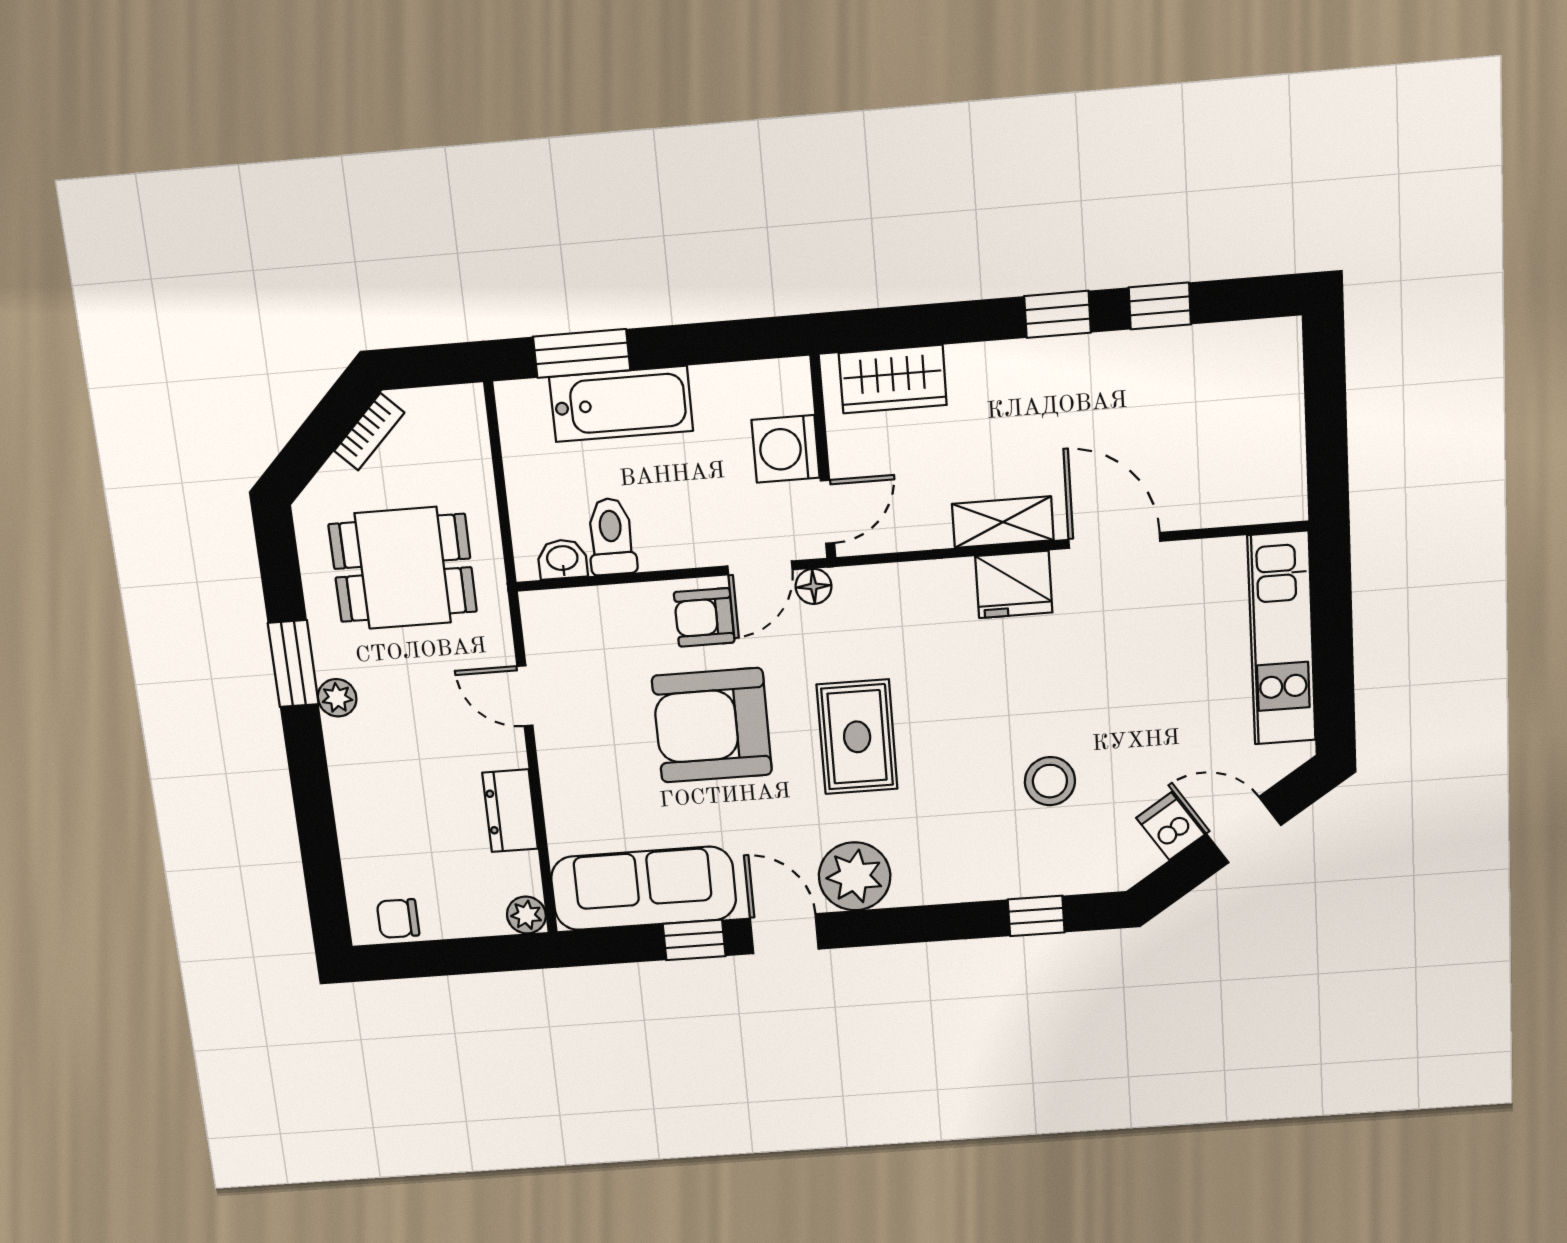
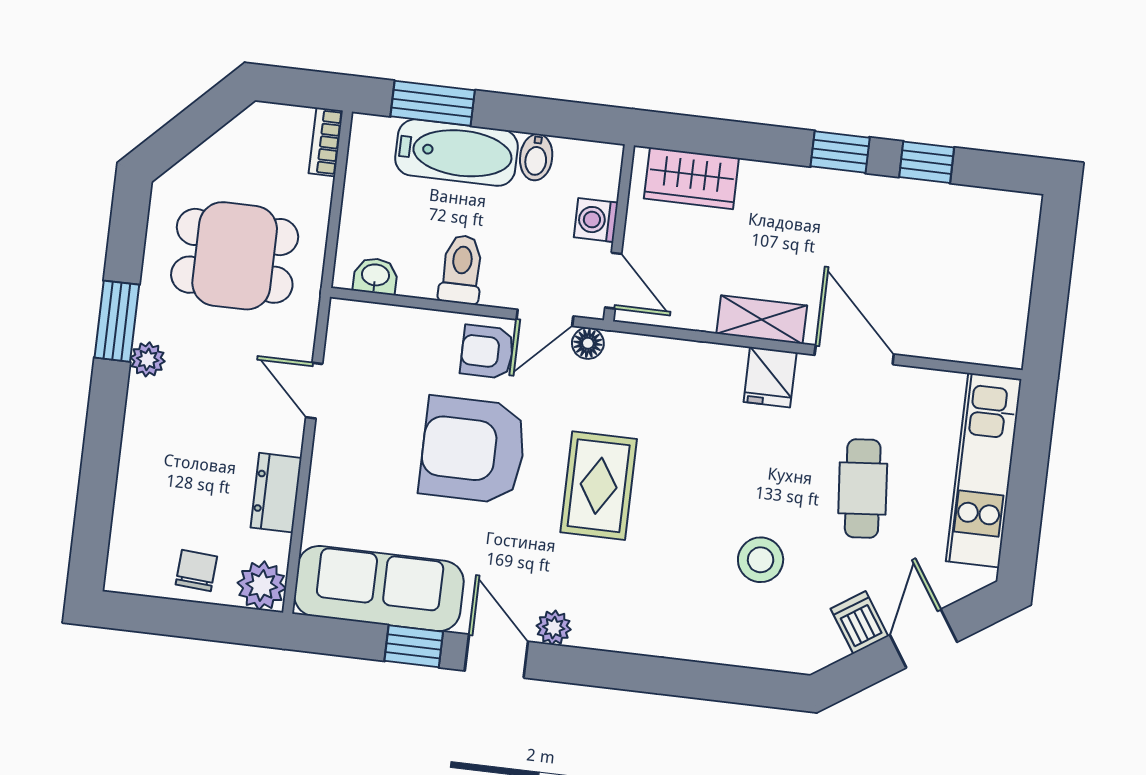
bidet: (712, 391) -> (536, 157), added
bookcase: (369, 432) -> (326, 142), moved, turned 135
washing machine: (786, 449) -> (596, 220), width x0.73, depth x0.73
door: (828, 512) -> (613, 281), hinge flipped
toilet: (611, 537) -> (461, 269), moved
fridge: (1014, 584) -> (770, 377), width x0.72
cafe table: (1149, 684) -> (863, 488), added
door: (1244, 830) -> (924, 638), hinge flipped
plant: (855, 876) -> (554, 628), width x0.53, depth x0.53
plant: (526, 915) -> (262, 586), width x1.38, depth x1.38
window: (1036, 916) -> (726, 683), removed
chair: (398, 918) -> (196, 570), moved, turned 94

